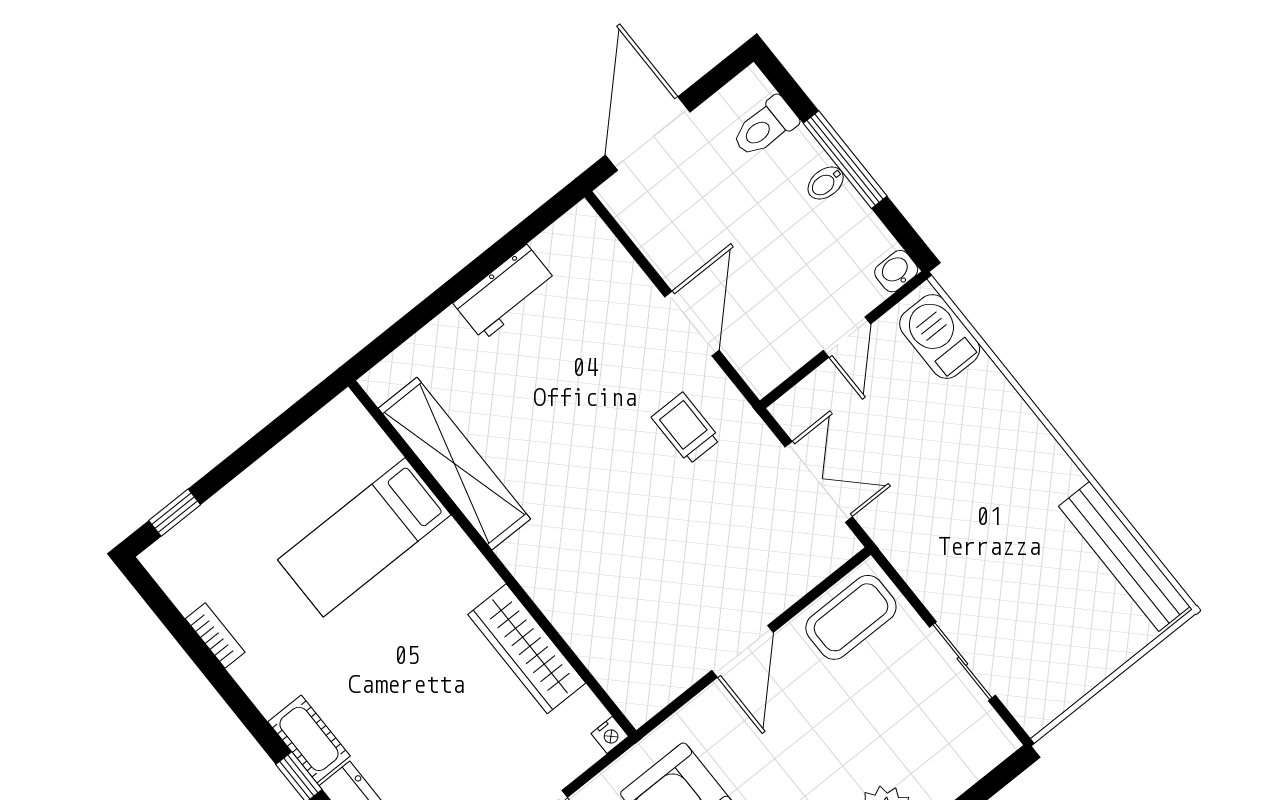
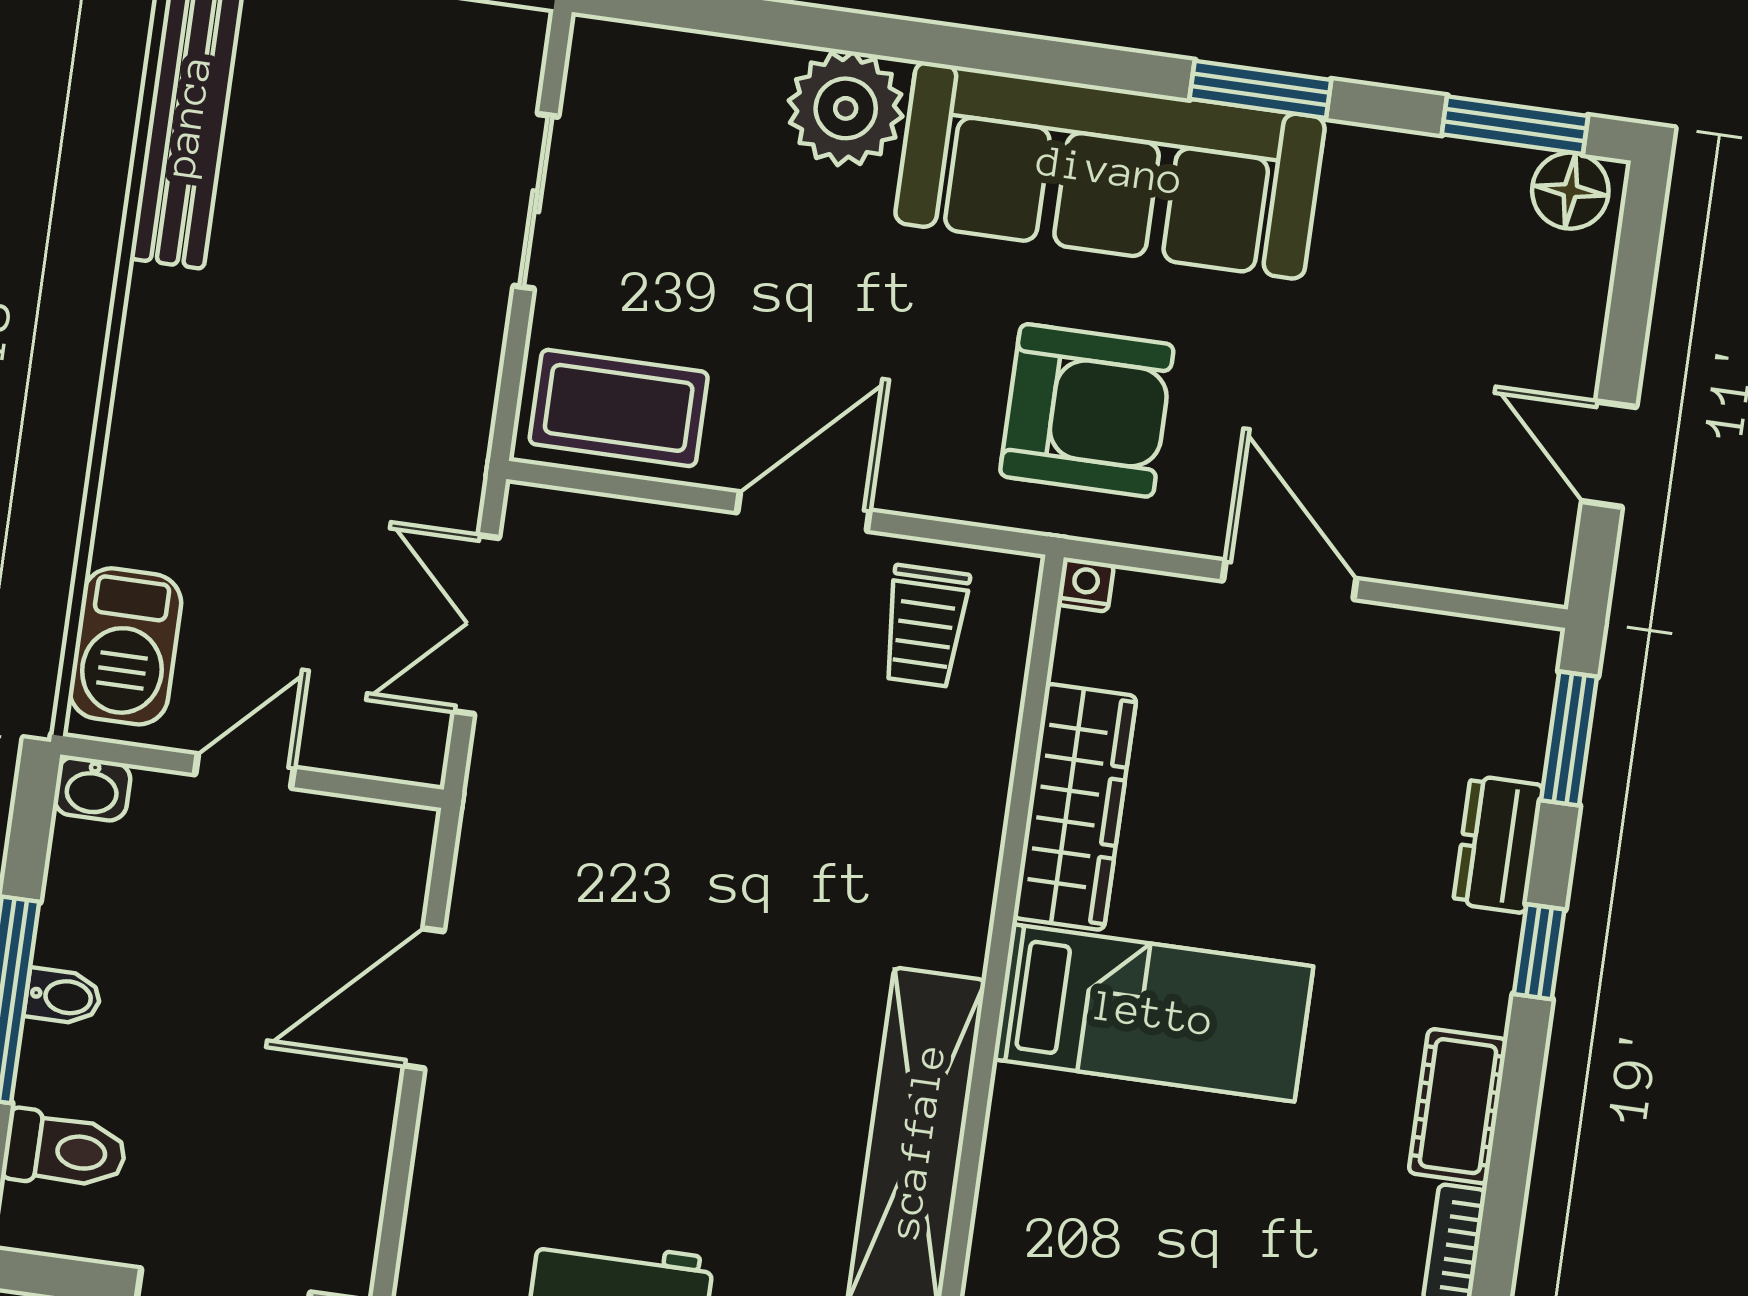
trolley: (686, 428) -> (925, 626), moved
bed: (364, 537) -> (1153, 1013), moved
cot: (309, 739) -> (1458, 1106), moved

